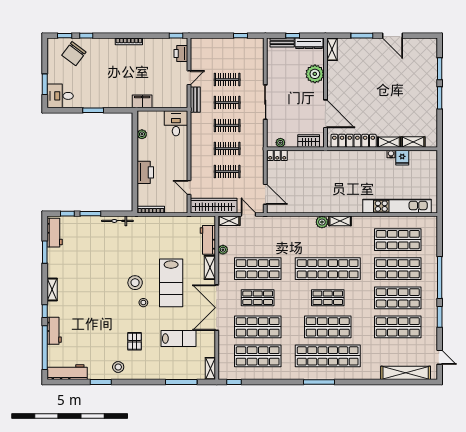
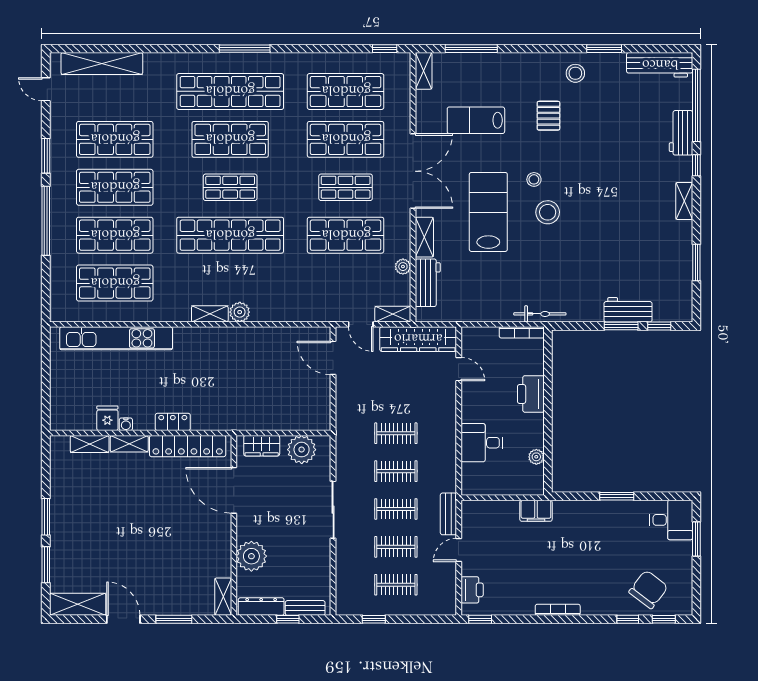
shelving: (420, 45) -> (78, 604), added
desk: (176, 123) -> (482, 443), moved, turned 90
plant: (280, 143) -> (302, 450), width x1.88, depth x1.88
locker: (277, 155) -> (173, 422), moved
clothes rail: (227, 172) -> (396, 585), moved
bicycle: (117, 221) -> (540, 314), moved
workbench: (55, 233) -> (628, 310), moved, turned 90

